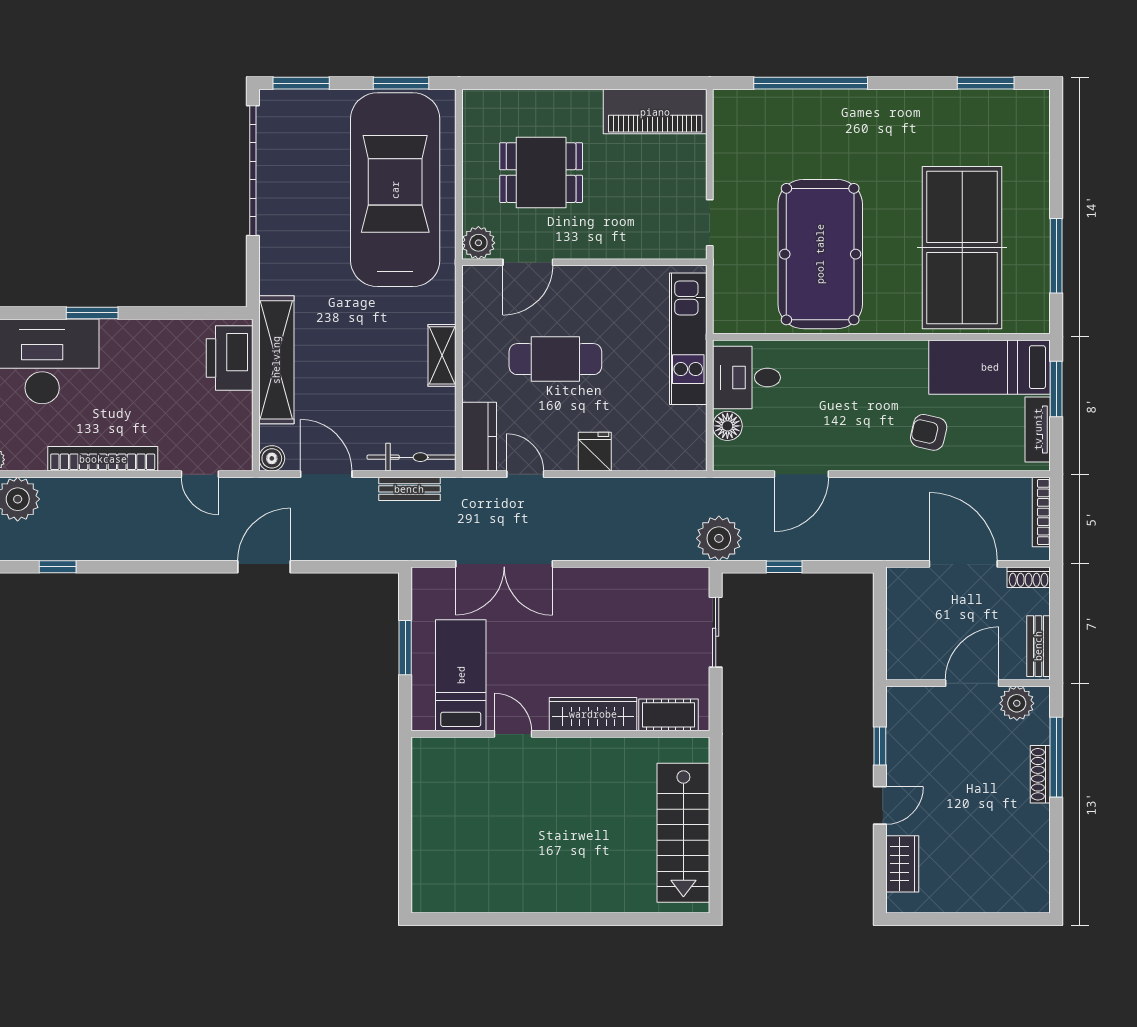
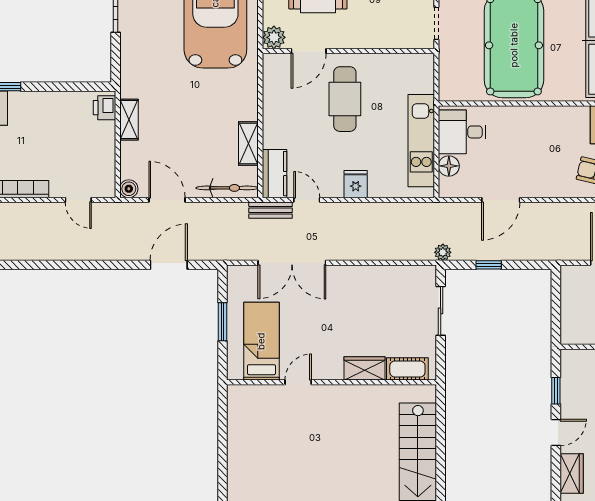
kitchen unit: (688, 339) -> (421, 141), moved
shelving: (442, 355) -> (248, 143), moved
printer: (230, 358) -> (105, 108), width x0.53, depth x0.68
cafe table: (555, 359) -> (345, 99), moved, turned 90
shelving: (276, 360) -> (129, 120), width x0.45, depth x0.75
bench: (409, 489) -> (270, 210), moved
plant: (719, 538) -> (443, 252), width x0.53, depth x0.53
door: (264, 567) -> (169, 265), moved
wardrobe: (593, 714) -> (365, 368), width x0.67
door: (513, 734) -> (298, 382), hinge flipped

